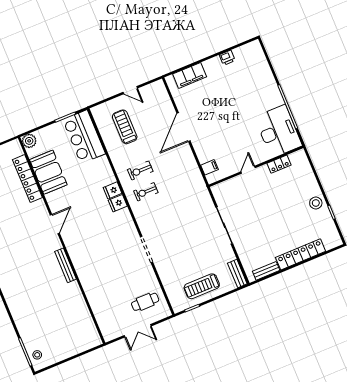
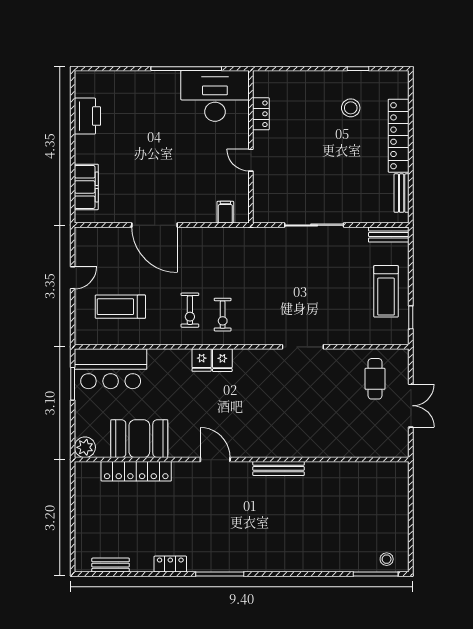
printer: (227, 58) -> (87, 116), width x1.87, depth x1.48
stool: (316, 203) -> (351, 108), moved

